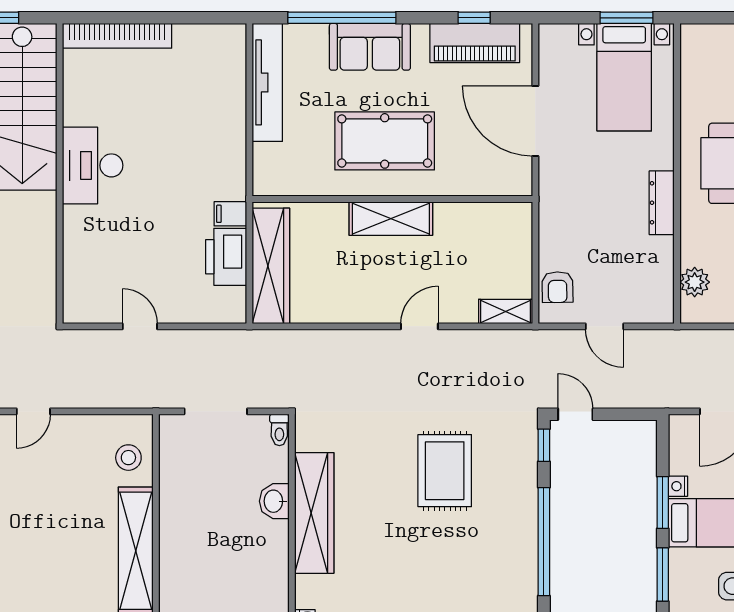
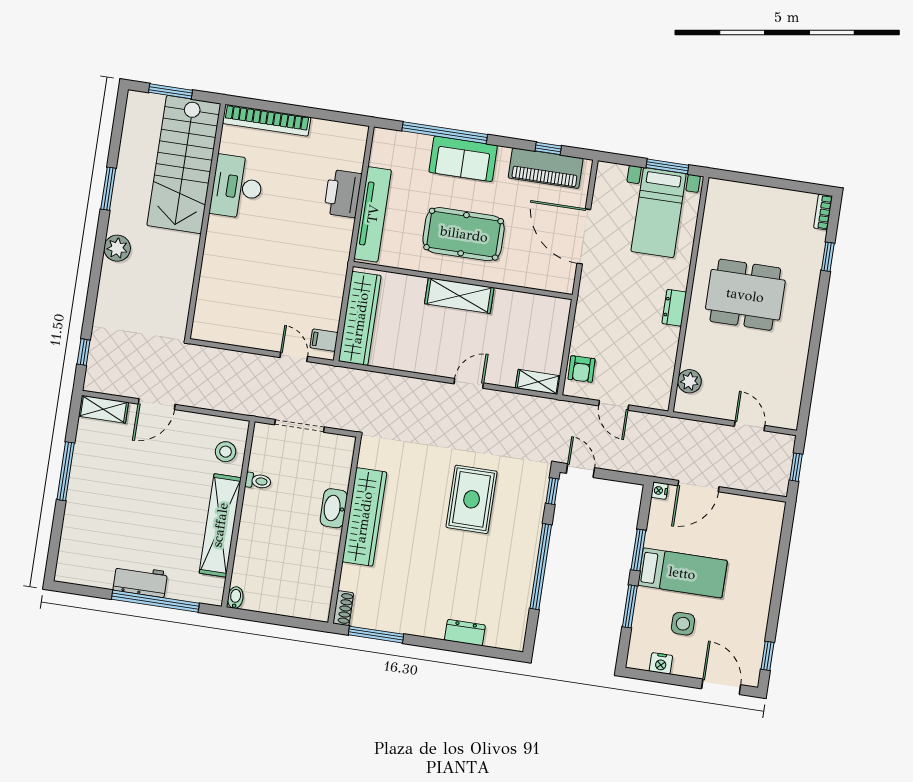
tv unit: (267, 82) -> (373, 214), moved
desk: (93, 165) -> (237, 187), moved
dresser: (662, 203) -> (674, 308), width x0.70
filing cabinet: (230, 214) -> (324, 340), moved
printer: (226, 257) -> (343, 194), moved
door: (140, 326) -> (294, 357), moved
door: (33, 411) -> (157, 404), width x1.38
toilet: (279, 430) -> (258, 481), moved, turned -90
nightstand: (678, 486) -> (660, 491), moved
washbasin: (274, 501) -> (334, 508), width x1.38

